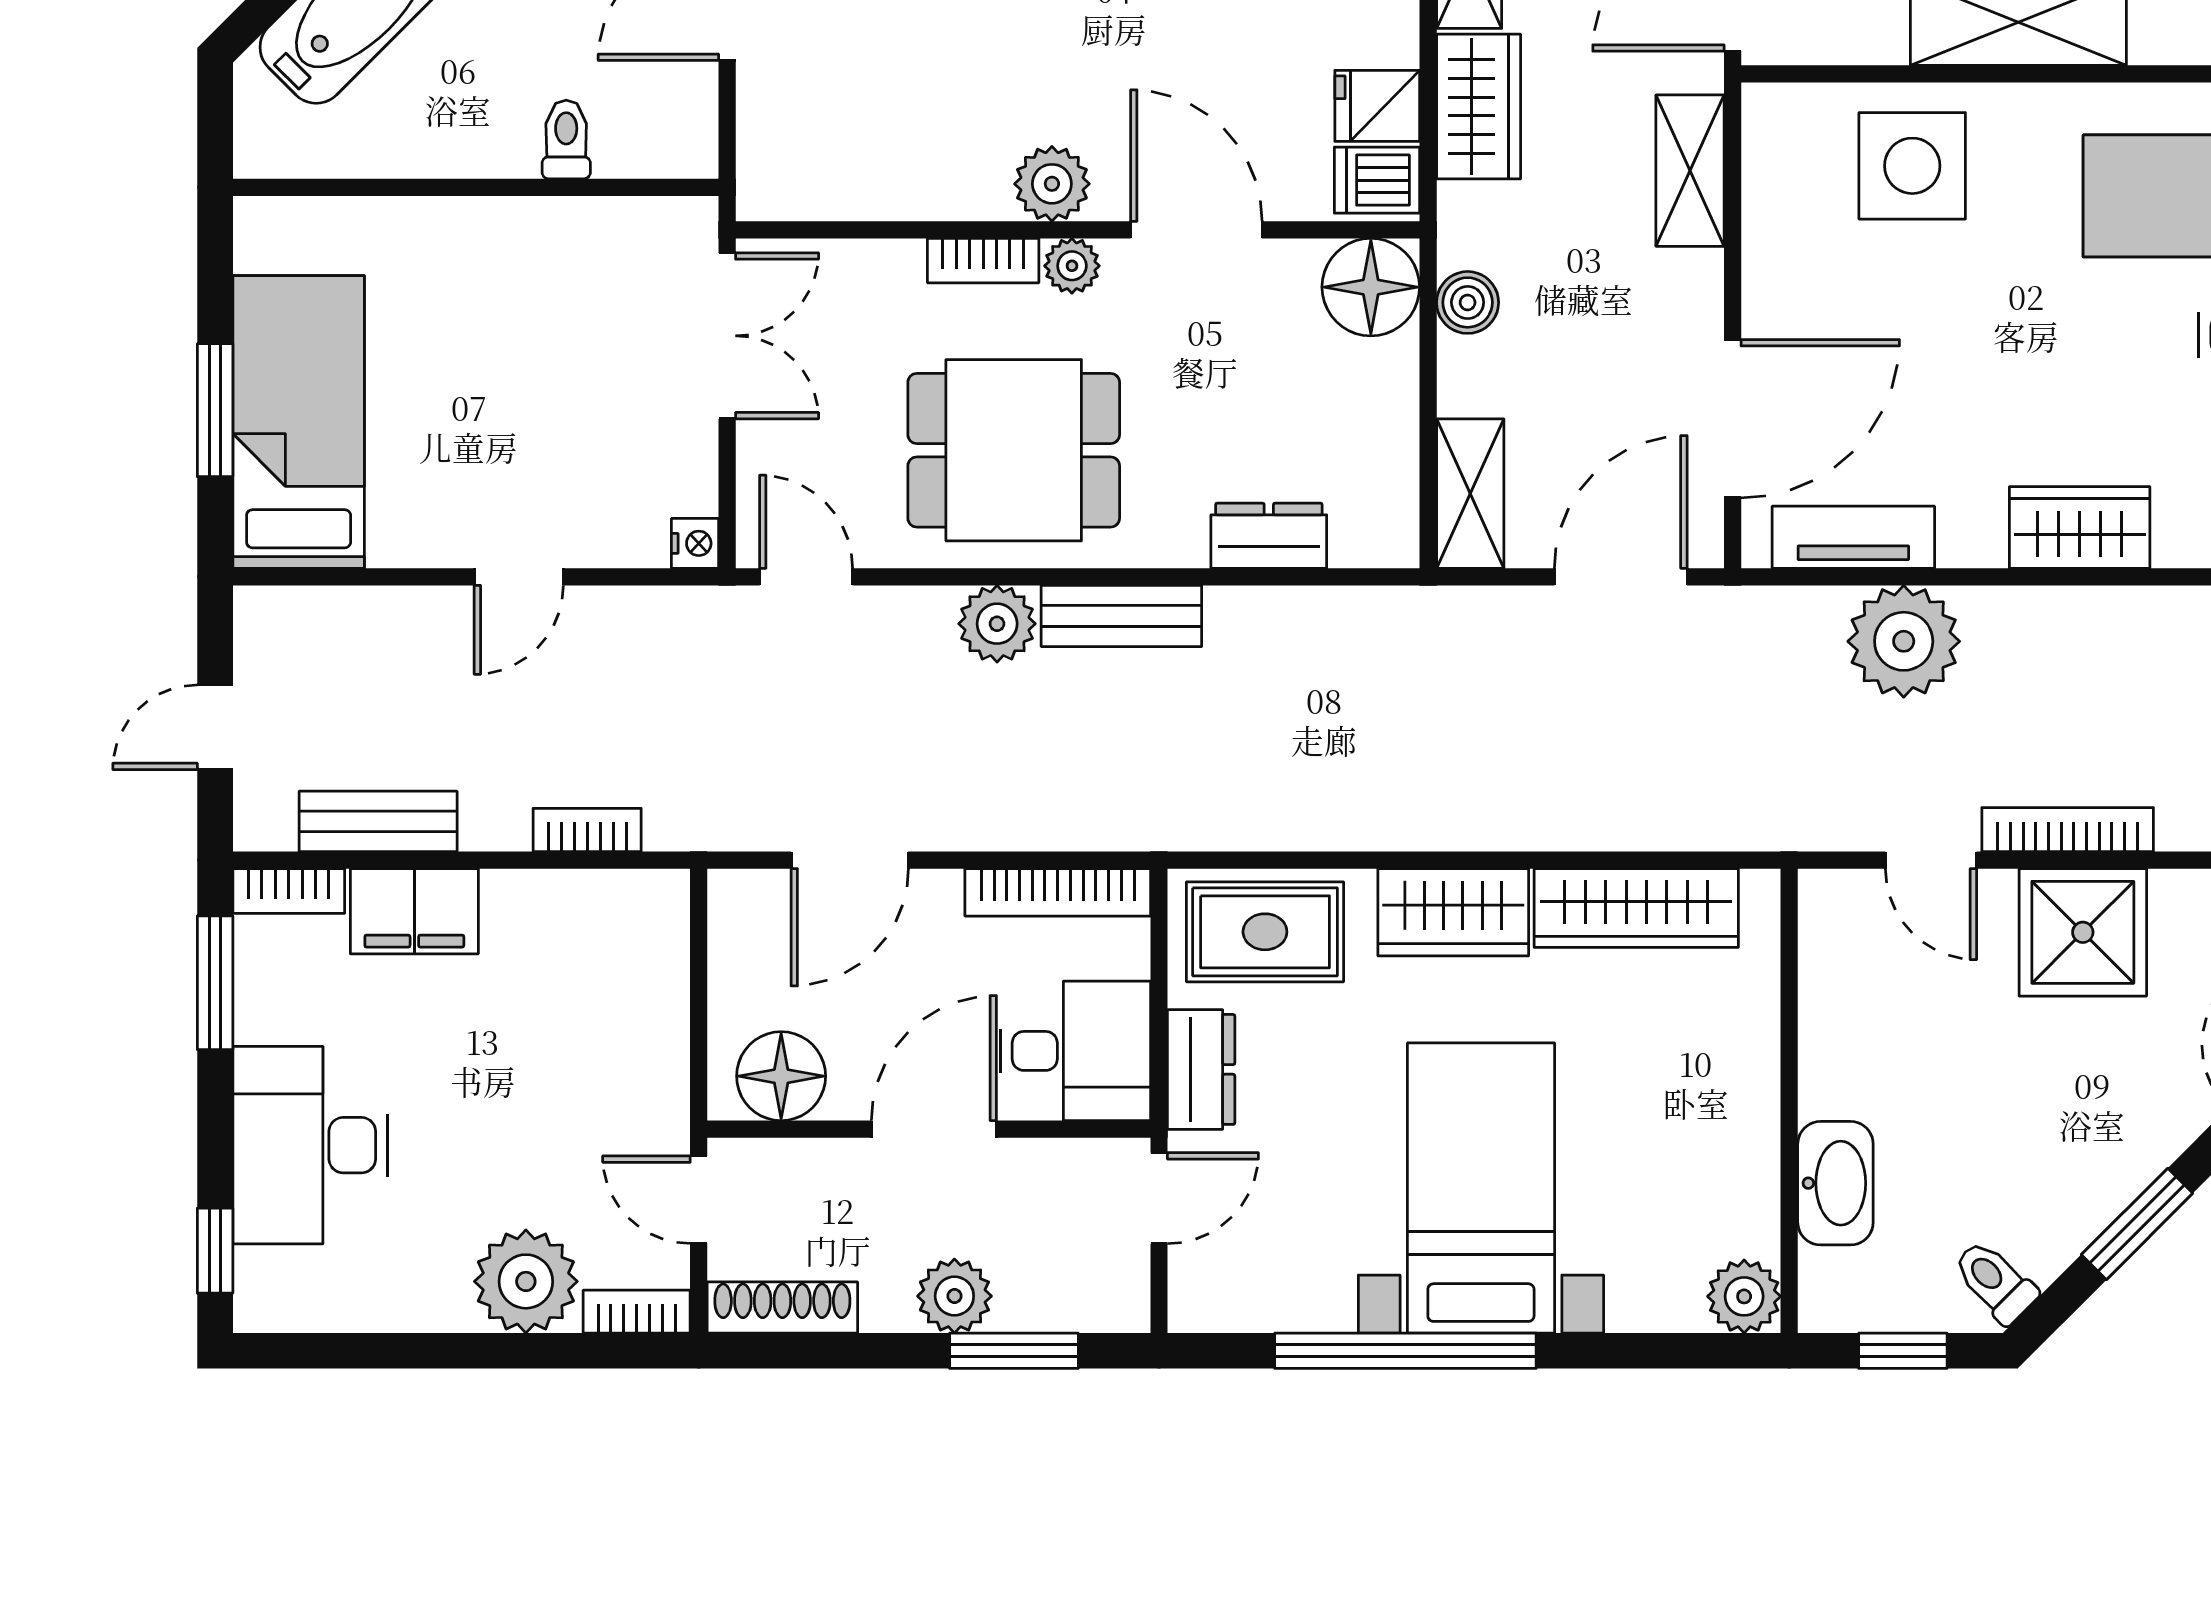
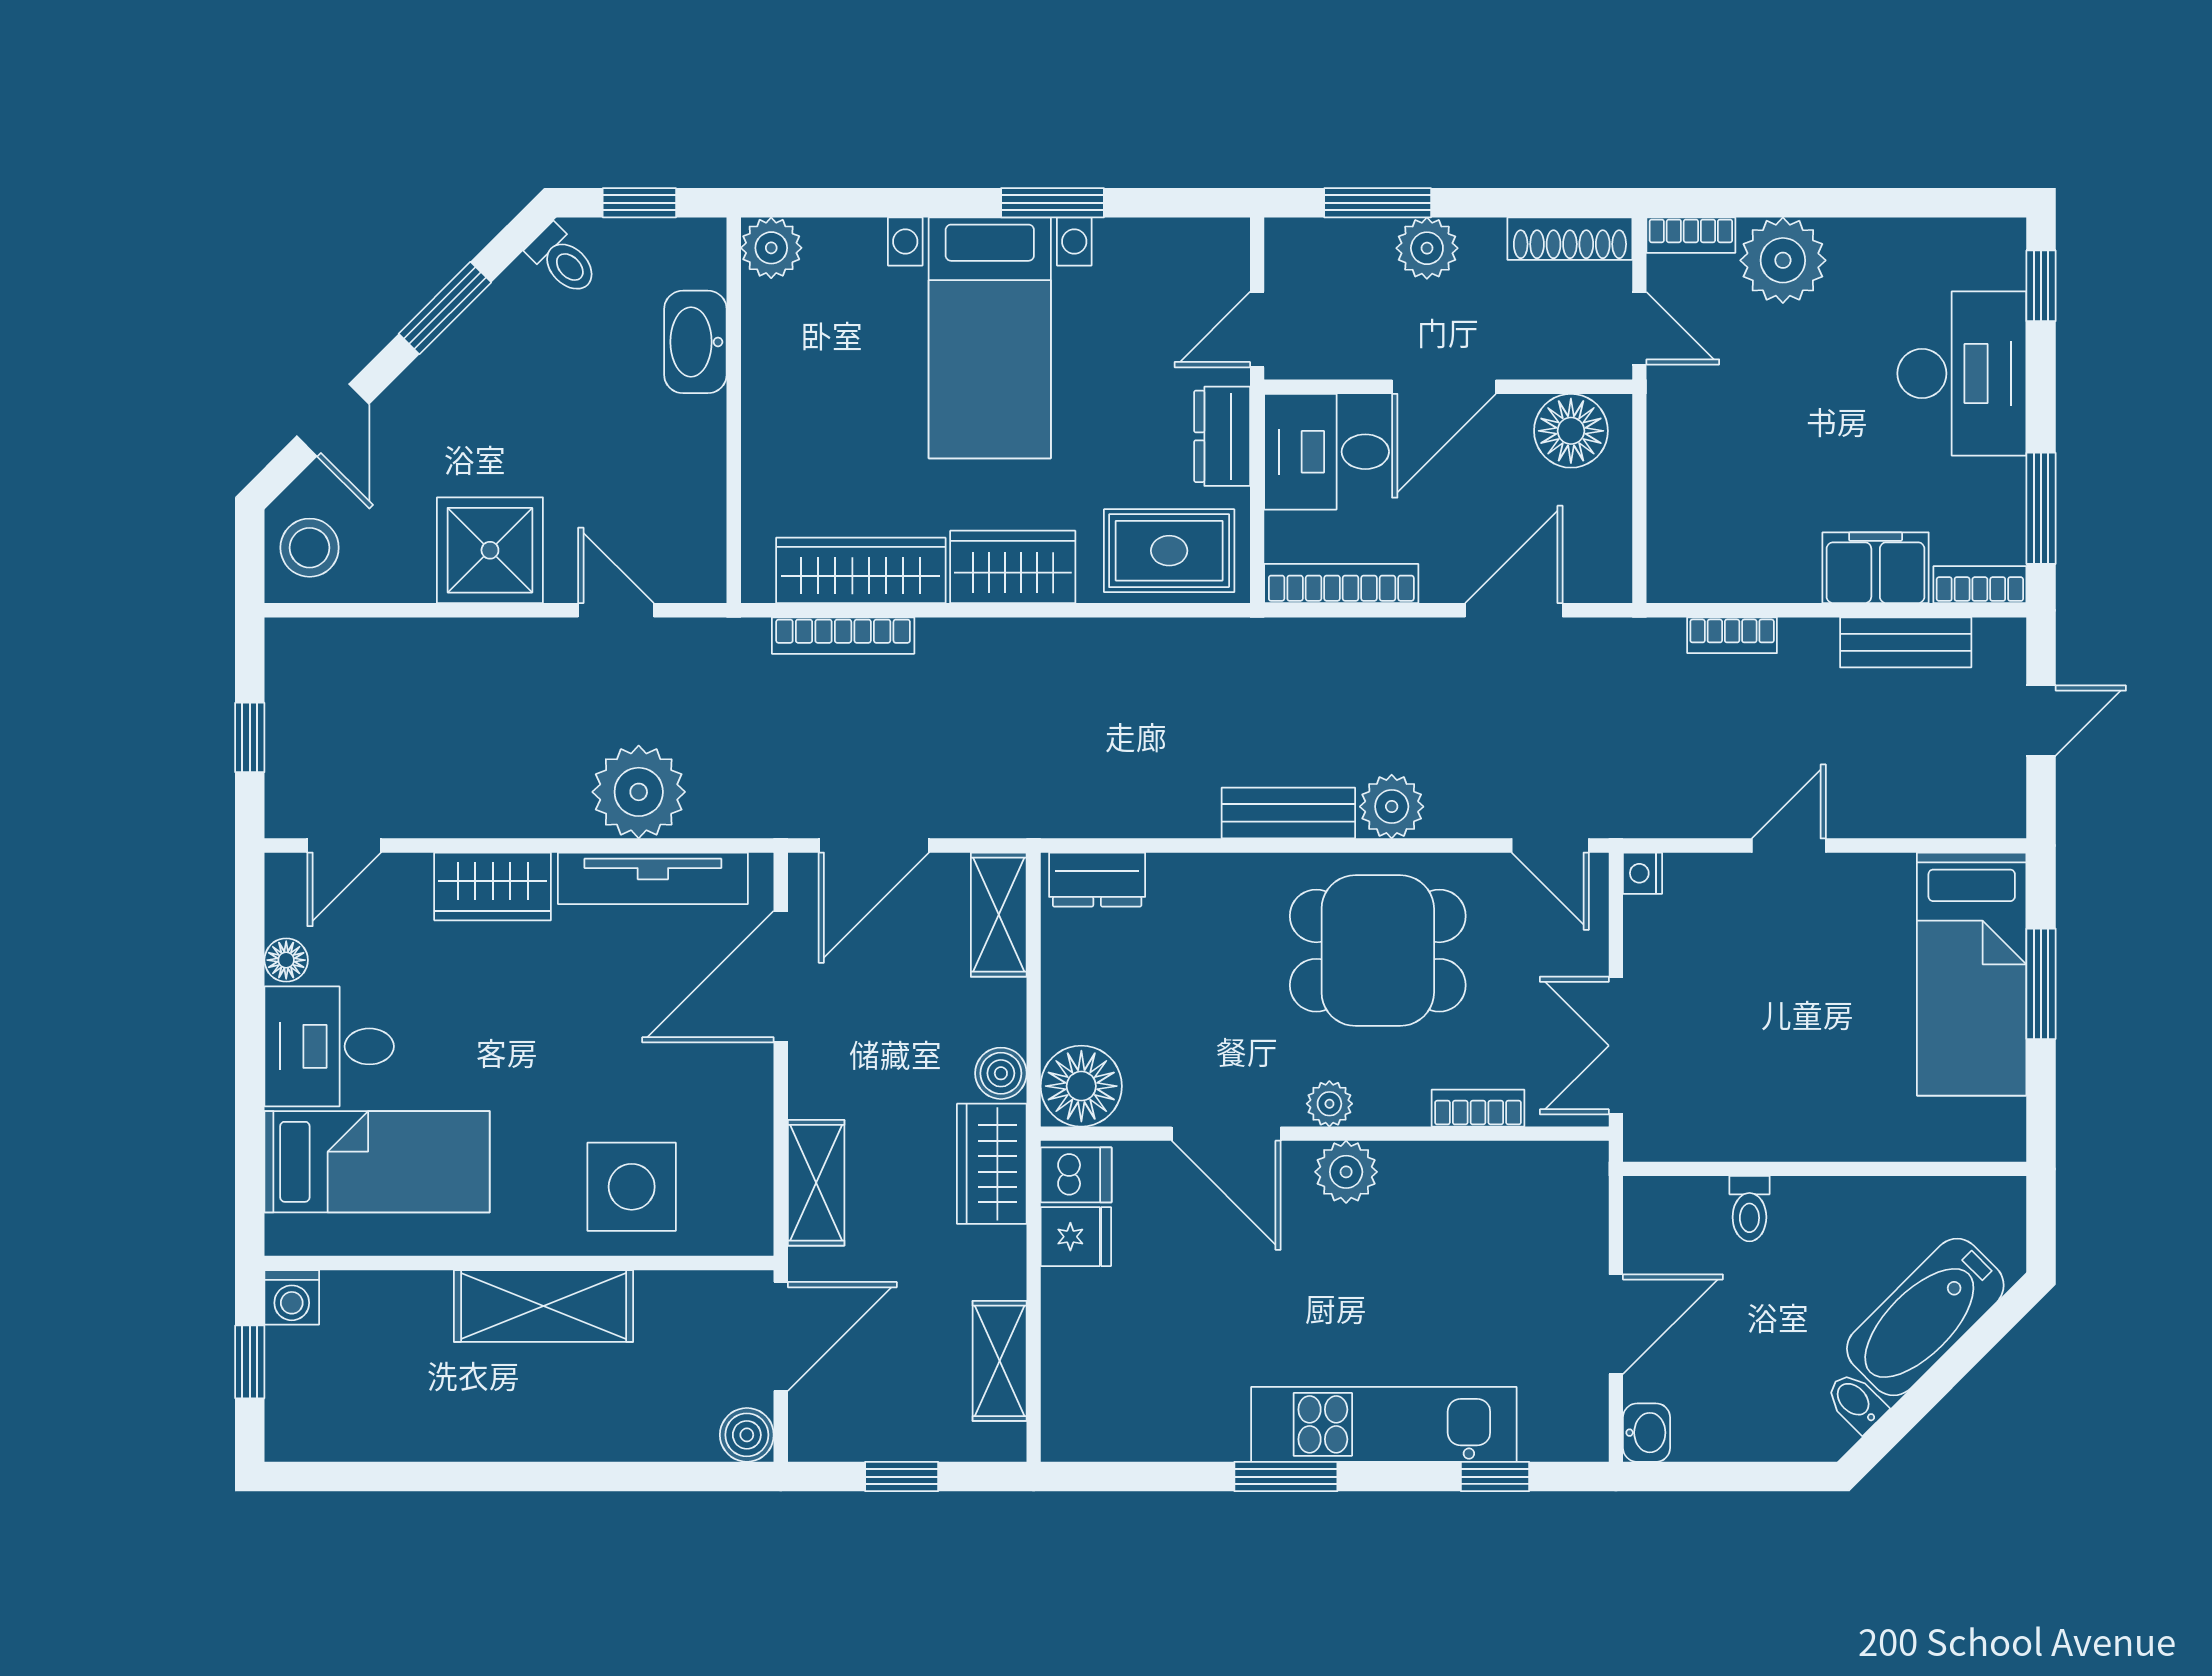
wardrobe: (1479, 107) -> (992, 1164), moved
bookcase: (983, 261) -> (1478, 1108), moved
dresser: (1269, 536) -> (1097, 880), moved
tv unit: (1853, 537) -> (653, 878), width x1.41
bookcase: (2068, 830) -> (843, 636), moved
window: (1405, 1351) -> (1053, 203), width x0.47

